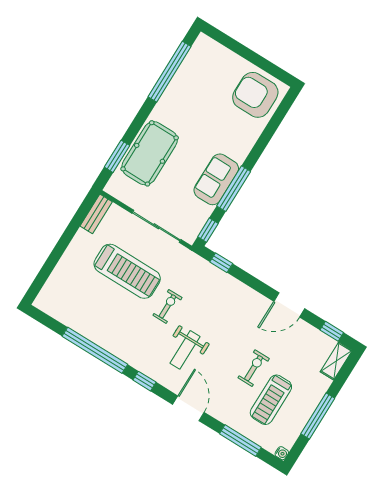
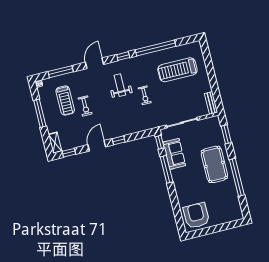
window: (170, 72) -> (237, 177), moved
armchair: (255, 95) -> (196, 216), turned -90
pool table: (150, 153) -> (214, 164), moved
sofa: (216, 179) -> (174, 154), moved
window: (221, 263) -> (119, 140), moved
treadmill: (127, 271) -> (177, 70), moved
treadmill: (271, 400) -> (65, 100), turned 180
door: (188, 408) -> (95, 63), swing flipped

